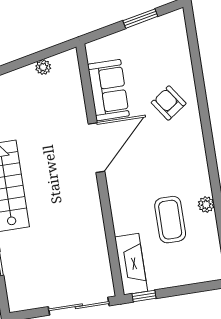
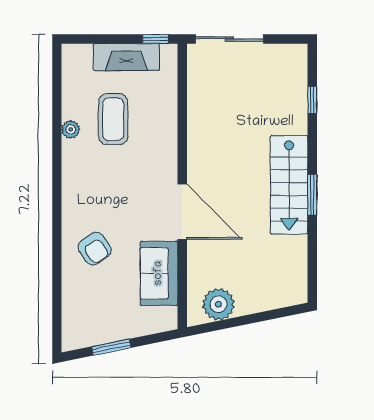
plant: (43, 67) -> (219, 304), width x1.87, depth x1.87
door: (96, 148) -> (182, 212), swing flipped
fireplace: (131, 264) -> (126, 57), moved, turned -90

